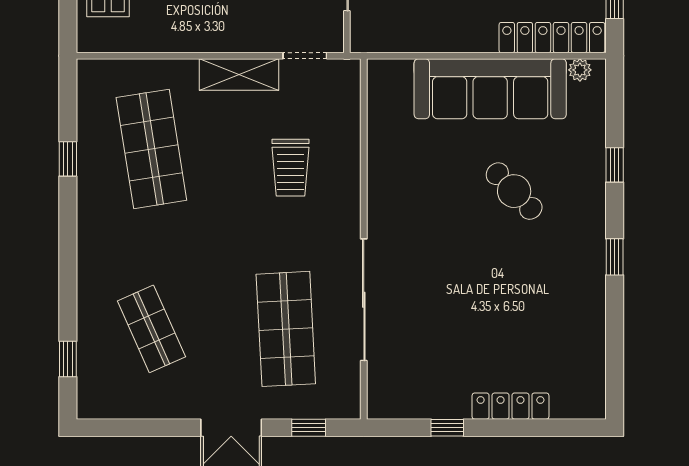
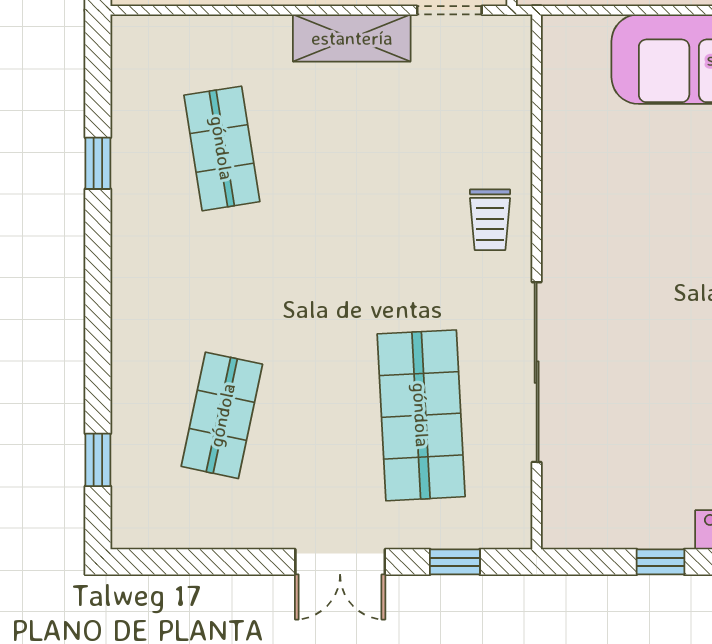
shop shelf: (151, 149) -> (222, 148), width x0.70, depth x0.74
trolley: (290, 168) -> (490, 220), moved, width x0.73, depth x0.72
shop shelf: (151, 329) -> (222, 415), turned 36

